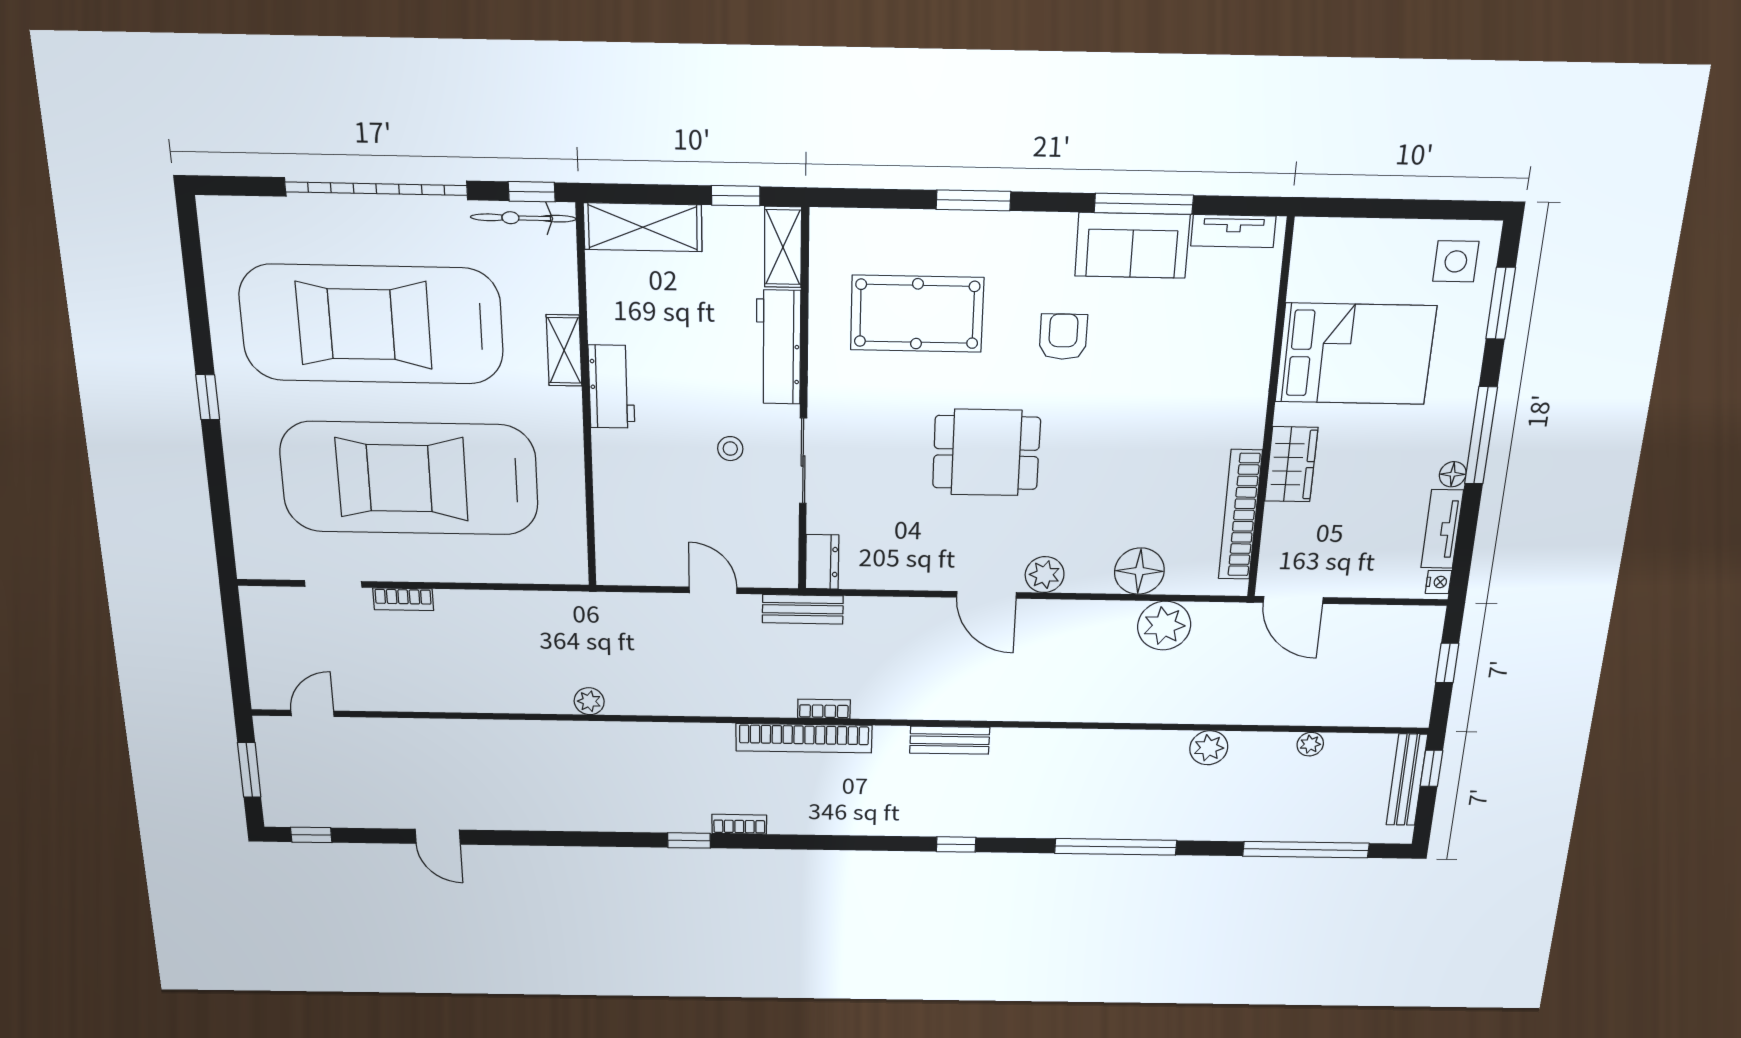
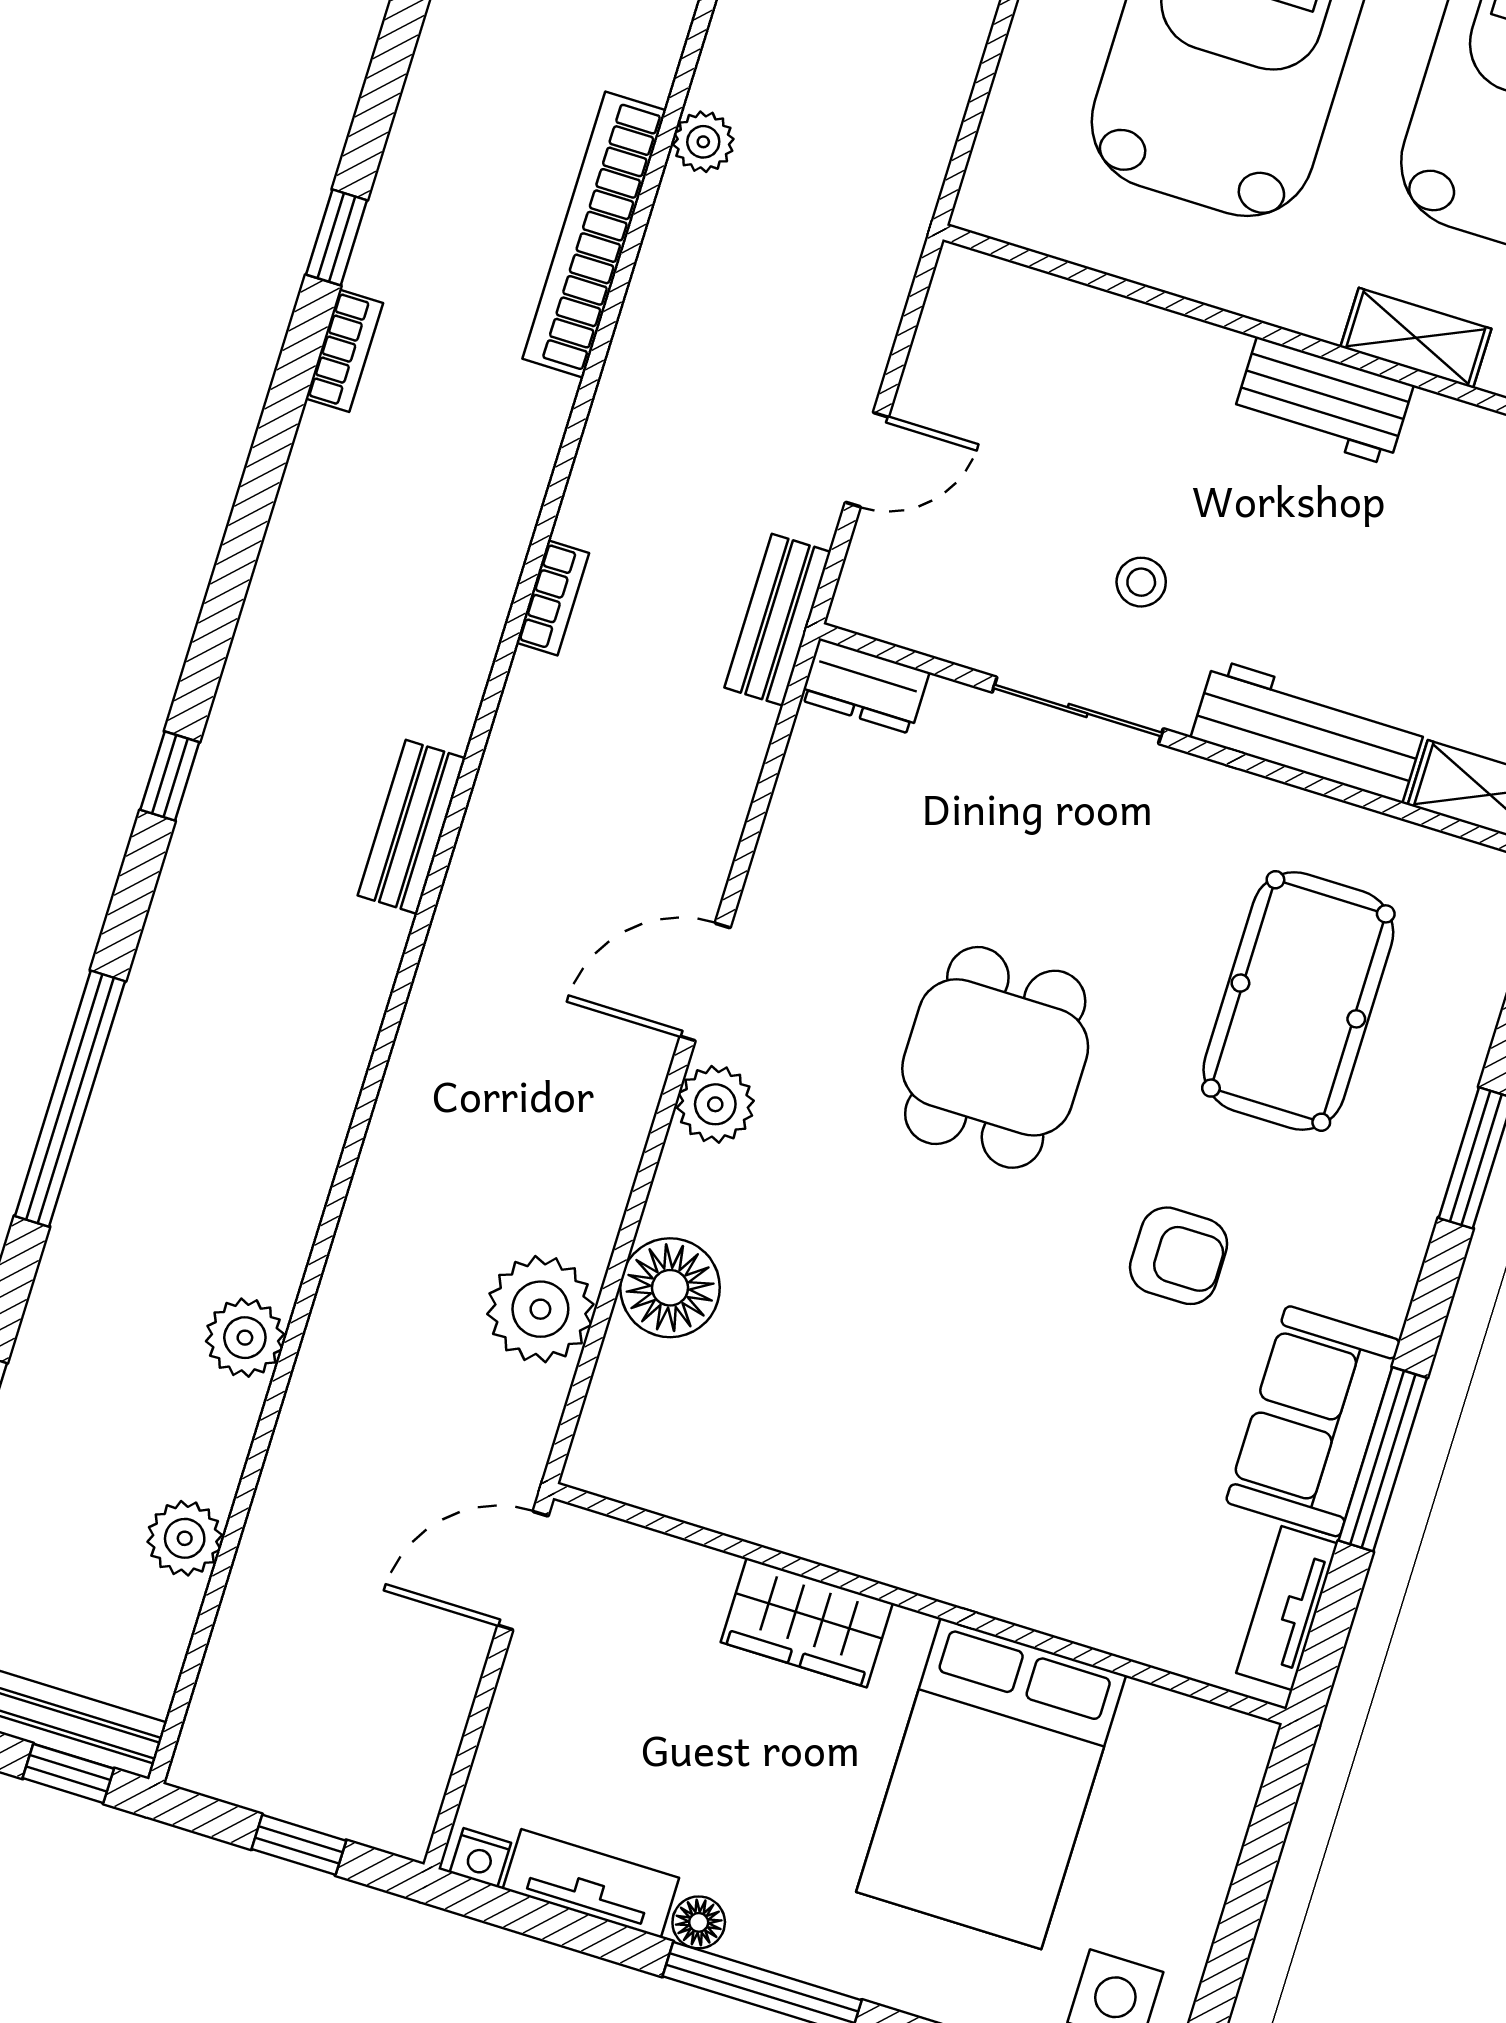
bookcase: (1240, 515) -> (731, 1506), removed
bookcase: (804, 738) -> (594, 235), moved
plant: (1310, 744) -> (185, 1538), width x1.38, depth x1.38

